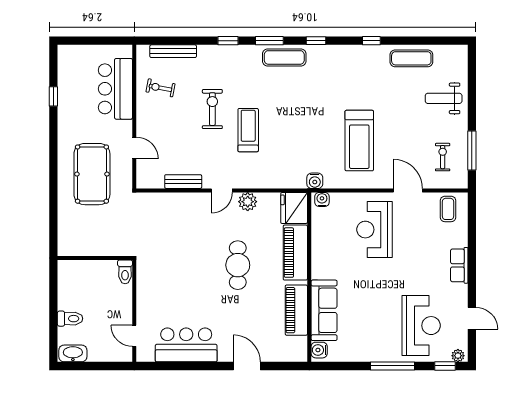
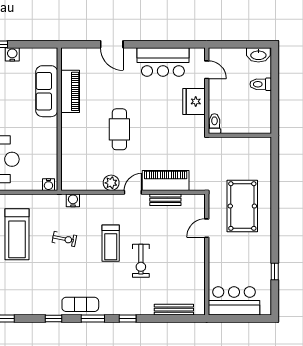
exercise bike: (160, 88) -> (64, 239), moved
bar counter: (115, 89) -> (234, 301), moved, turned -90
treadmill: (359, 141) -> (17, 234), turned 180
door: (134, 148) -> (207, 228), hinge flipped
water cooler: (315, 181) -> (73, 200), moved
fridge: (294, 208) -> (194, 101), moved, turned 180
piano: (295, 253) -> (166, 180), moved, turned -90
water cooler: (319, 350) -> (12, 54), moved, turned -90

